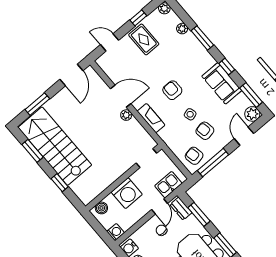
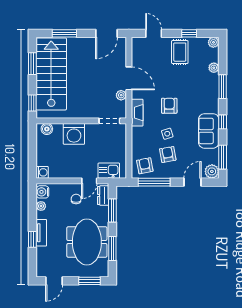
doorway: (146, 158) -> (109, 121), moved
wall: (124, 178) -> (81, 121), moved
washing machine: (127, 193) -> (74, 134), moved
boiler: (101, 208) -> (47, 129), moved

